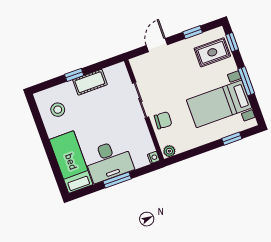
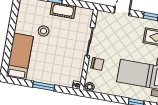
stool: (58, 110) -> (44, 31), moved
desk: (109, 161) -> (45, 70), removed

